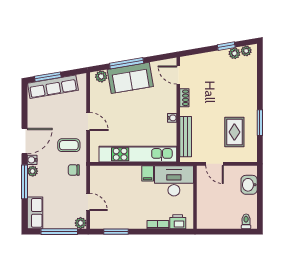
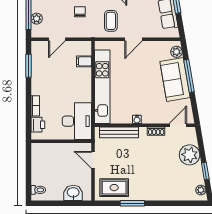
plant: (234, 53) -> (190, 155), moved, width x1.88, depth x1.88
rug: (234, 132) -> (114, 188), moved
door: (215, 164) -> (93, 160), hinge flipped
chair: (74, 170) -> (80, 12), moved
filing cabinet: (148, 173) -> (84, 61), moved
plant: (81, 223) -> (37, 19), moved

